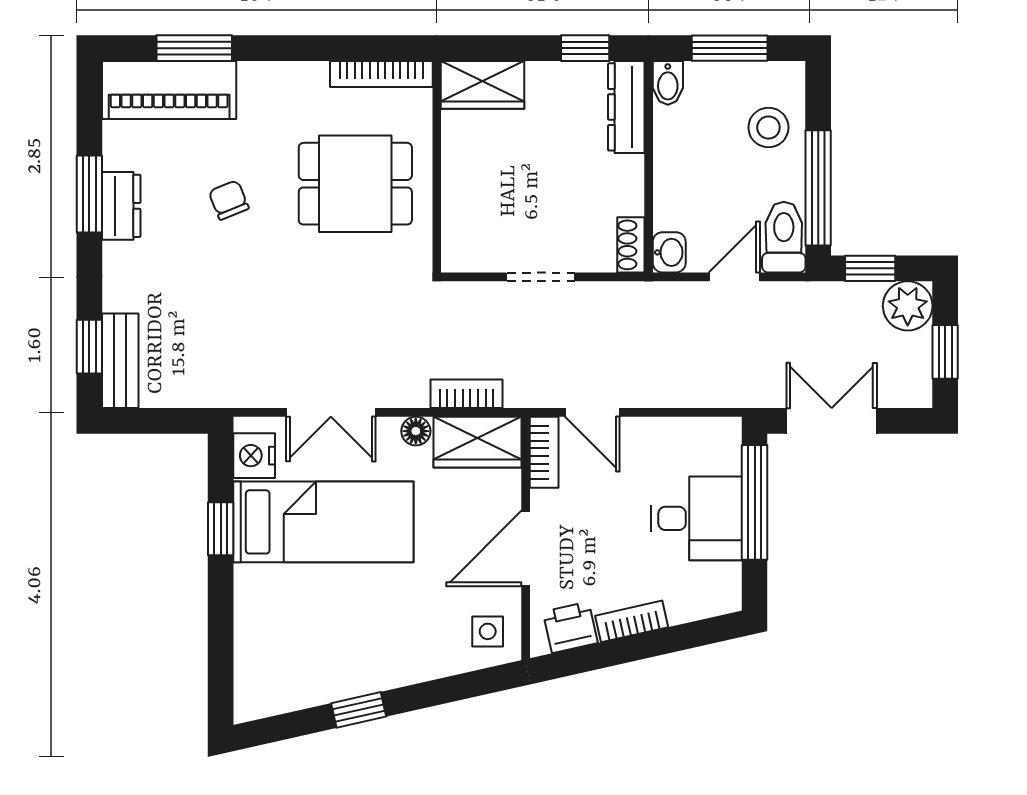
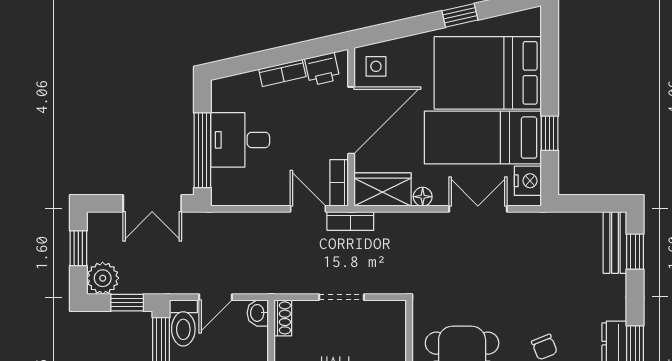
bookcase: (467, 394) -> (350, 221), moved
door: (526, 548) -> (351, 120), width x1.36
bed: (316, 621) -> (488, 73), added

